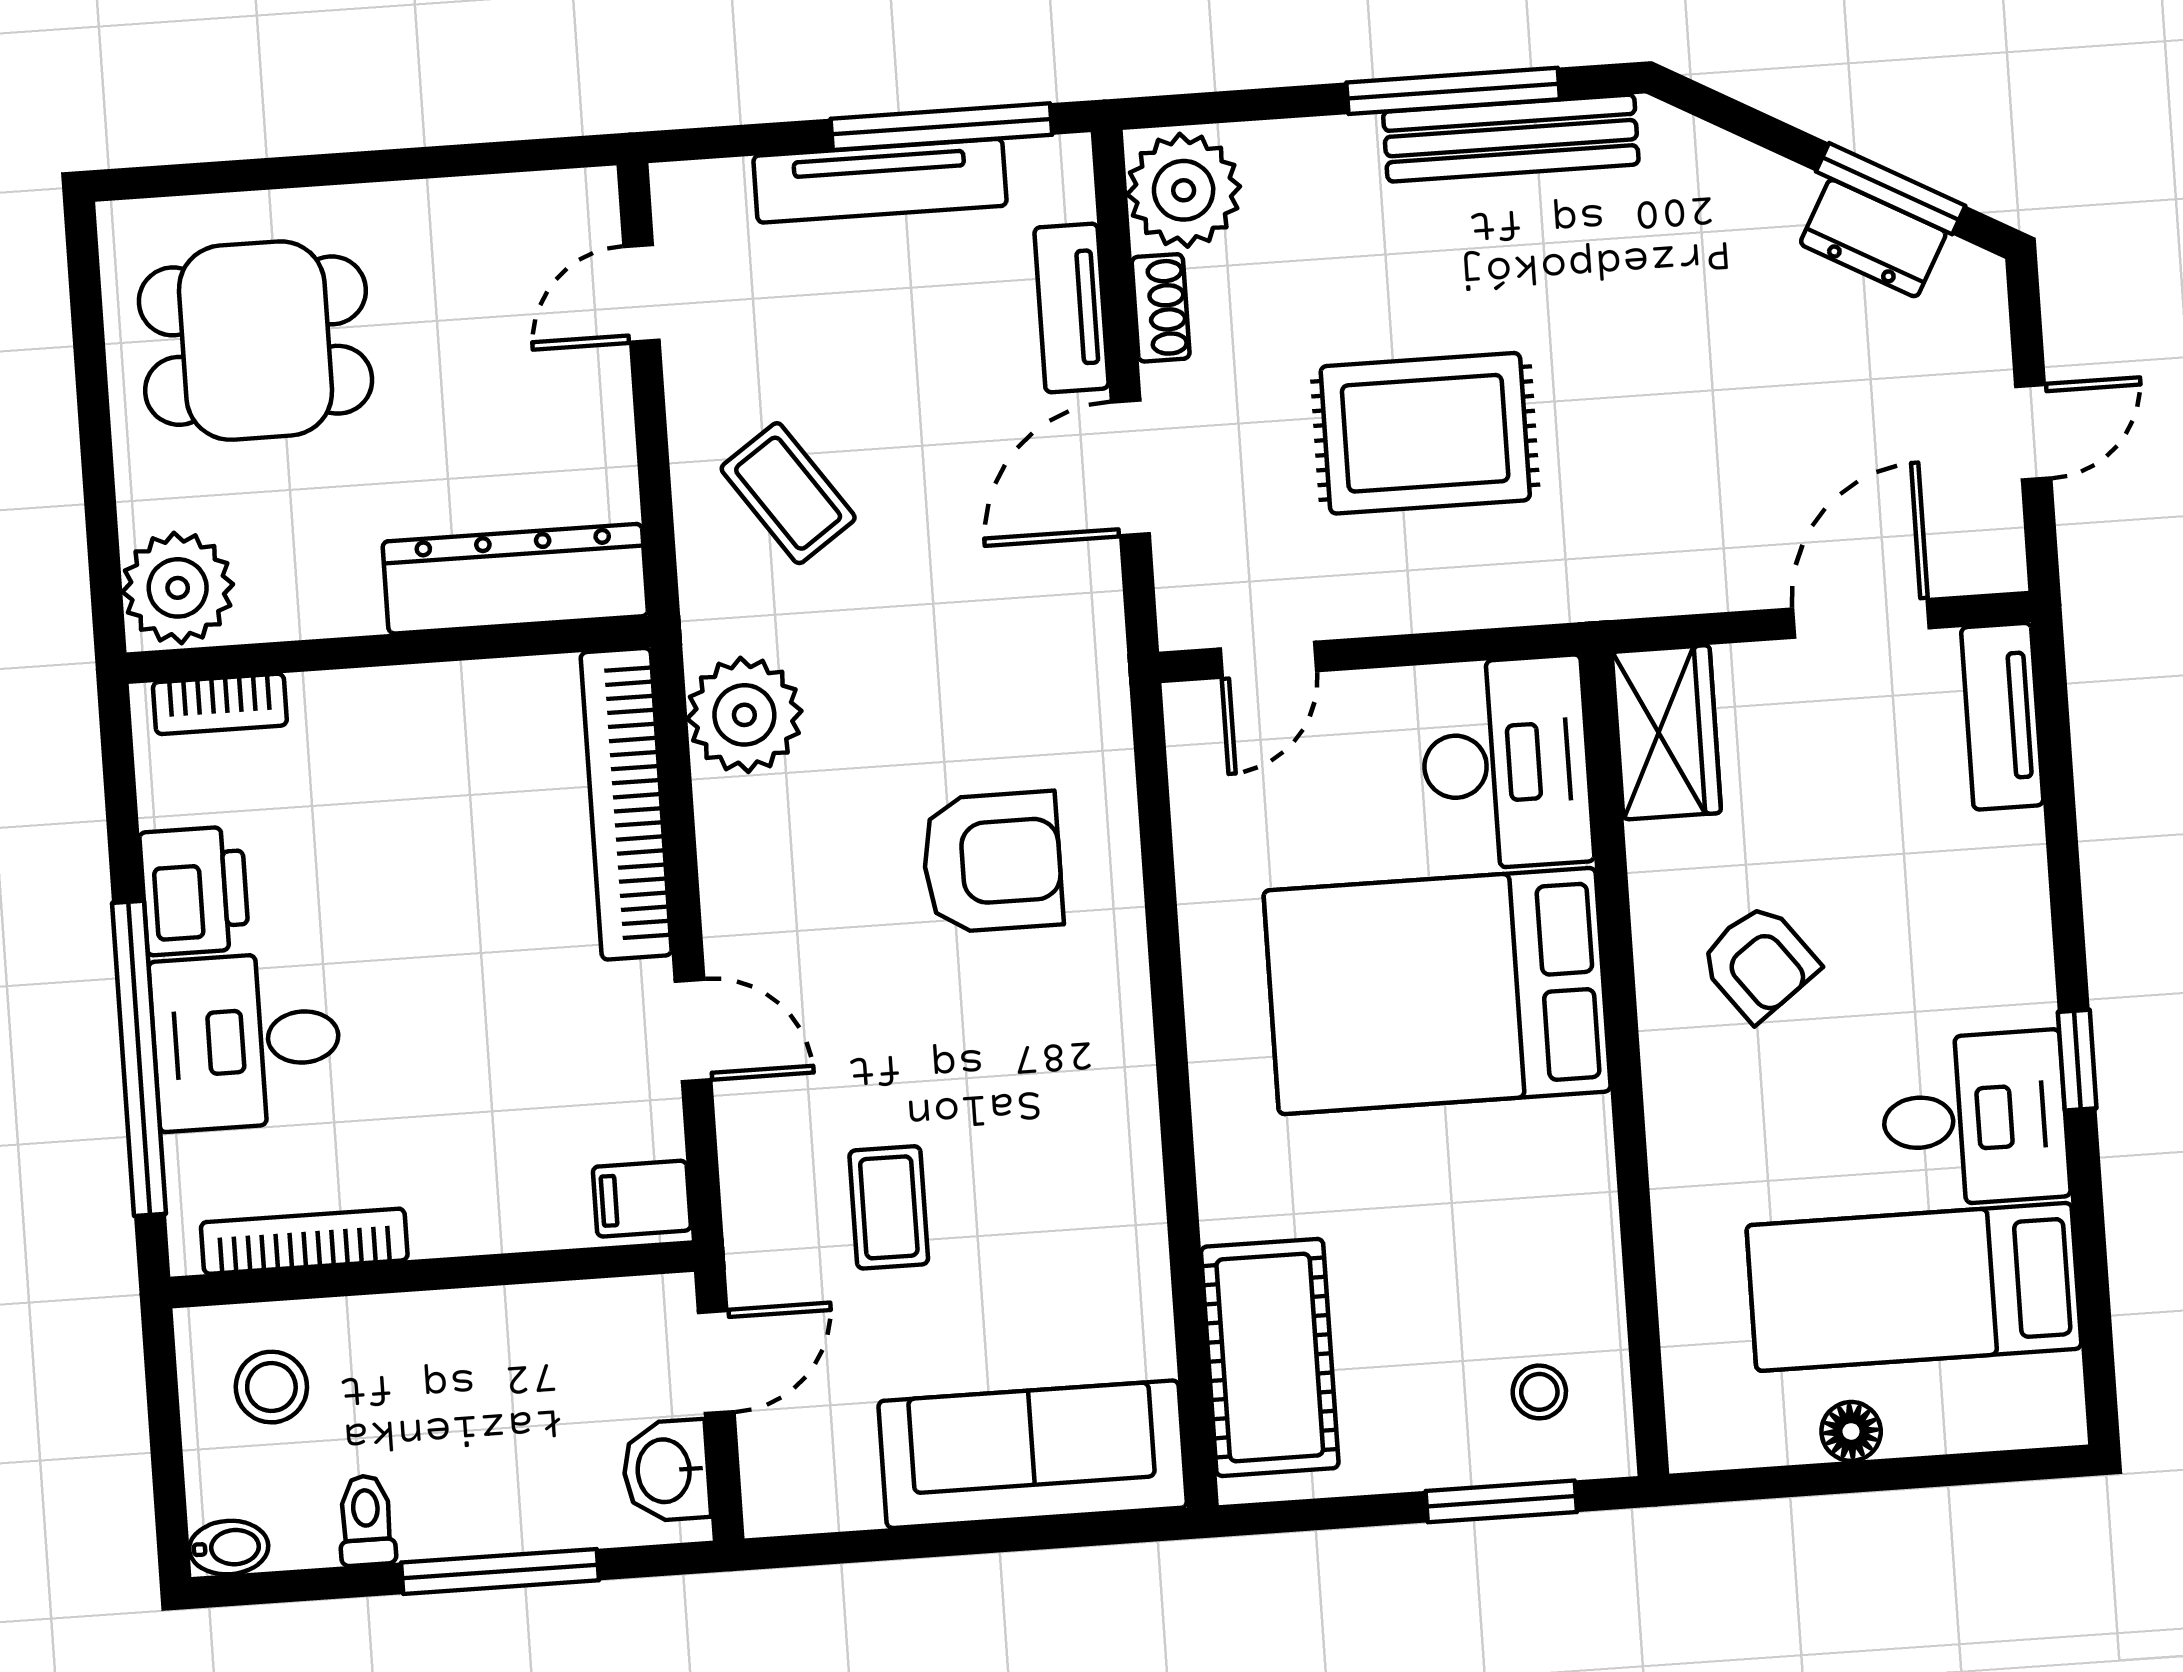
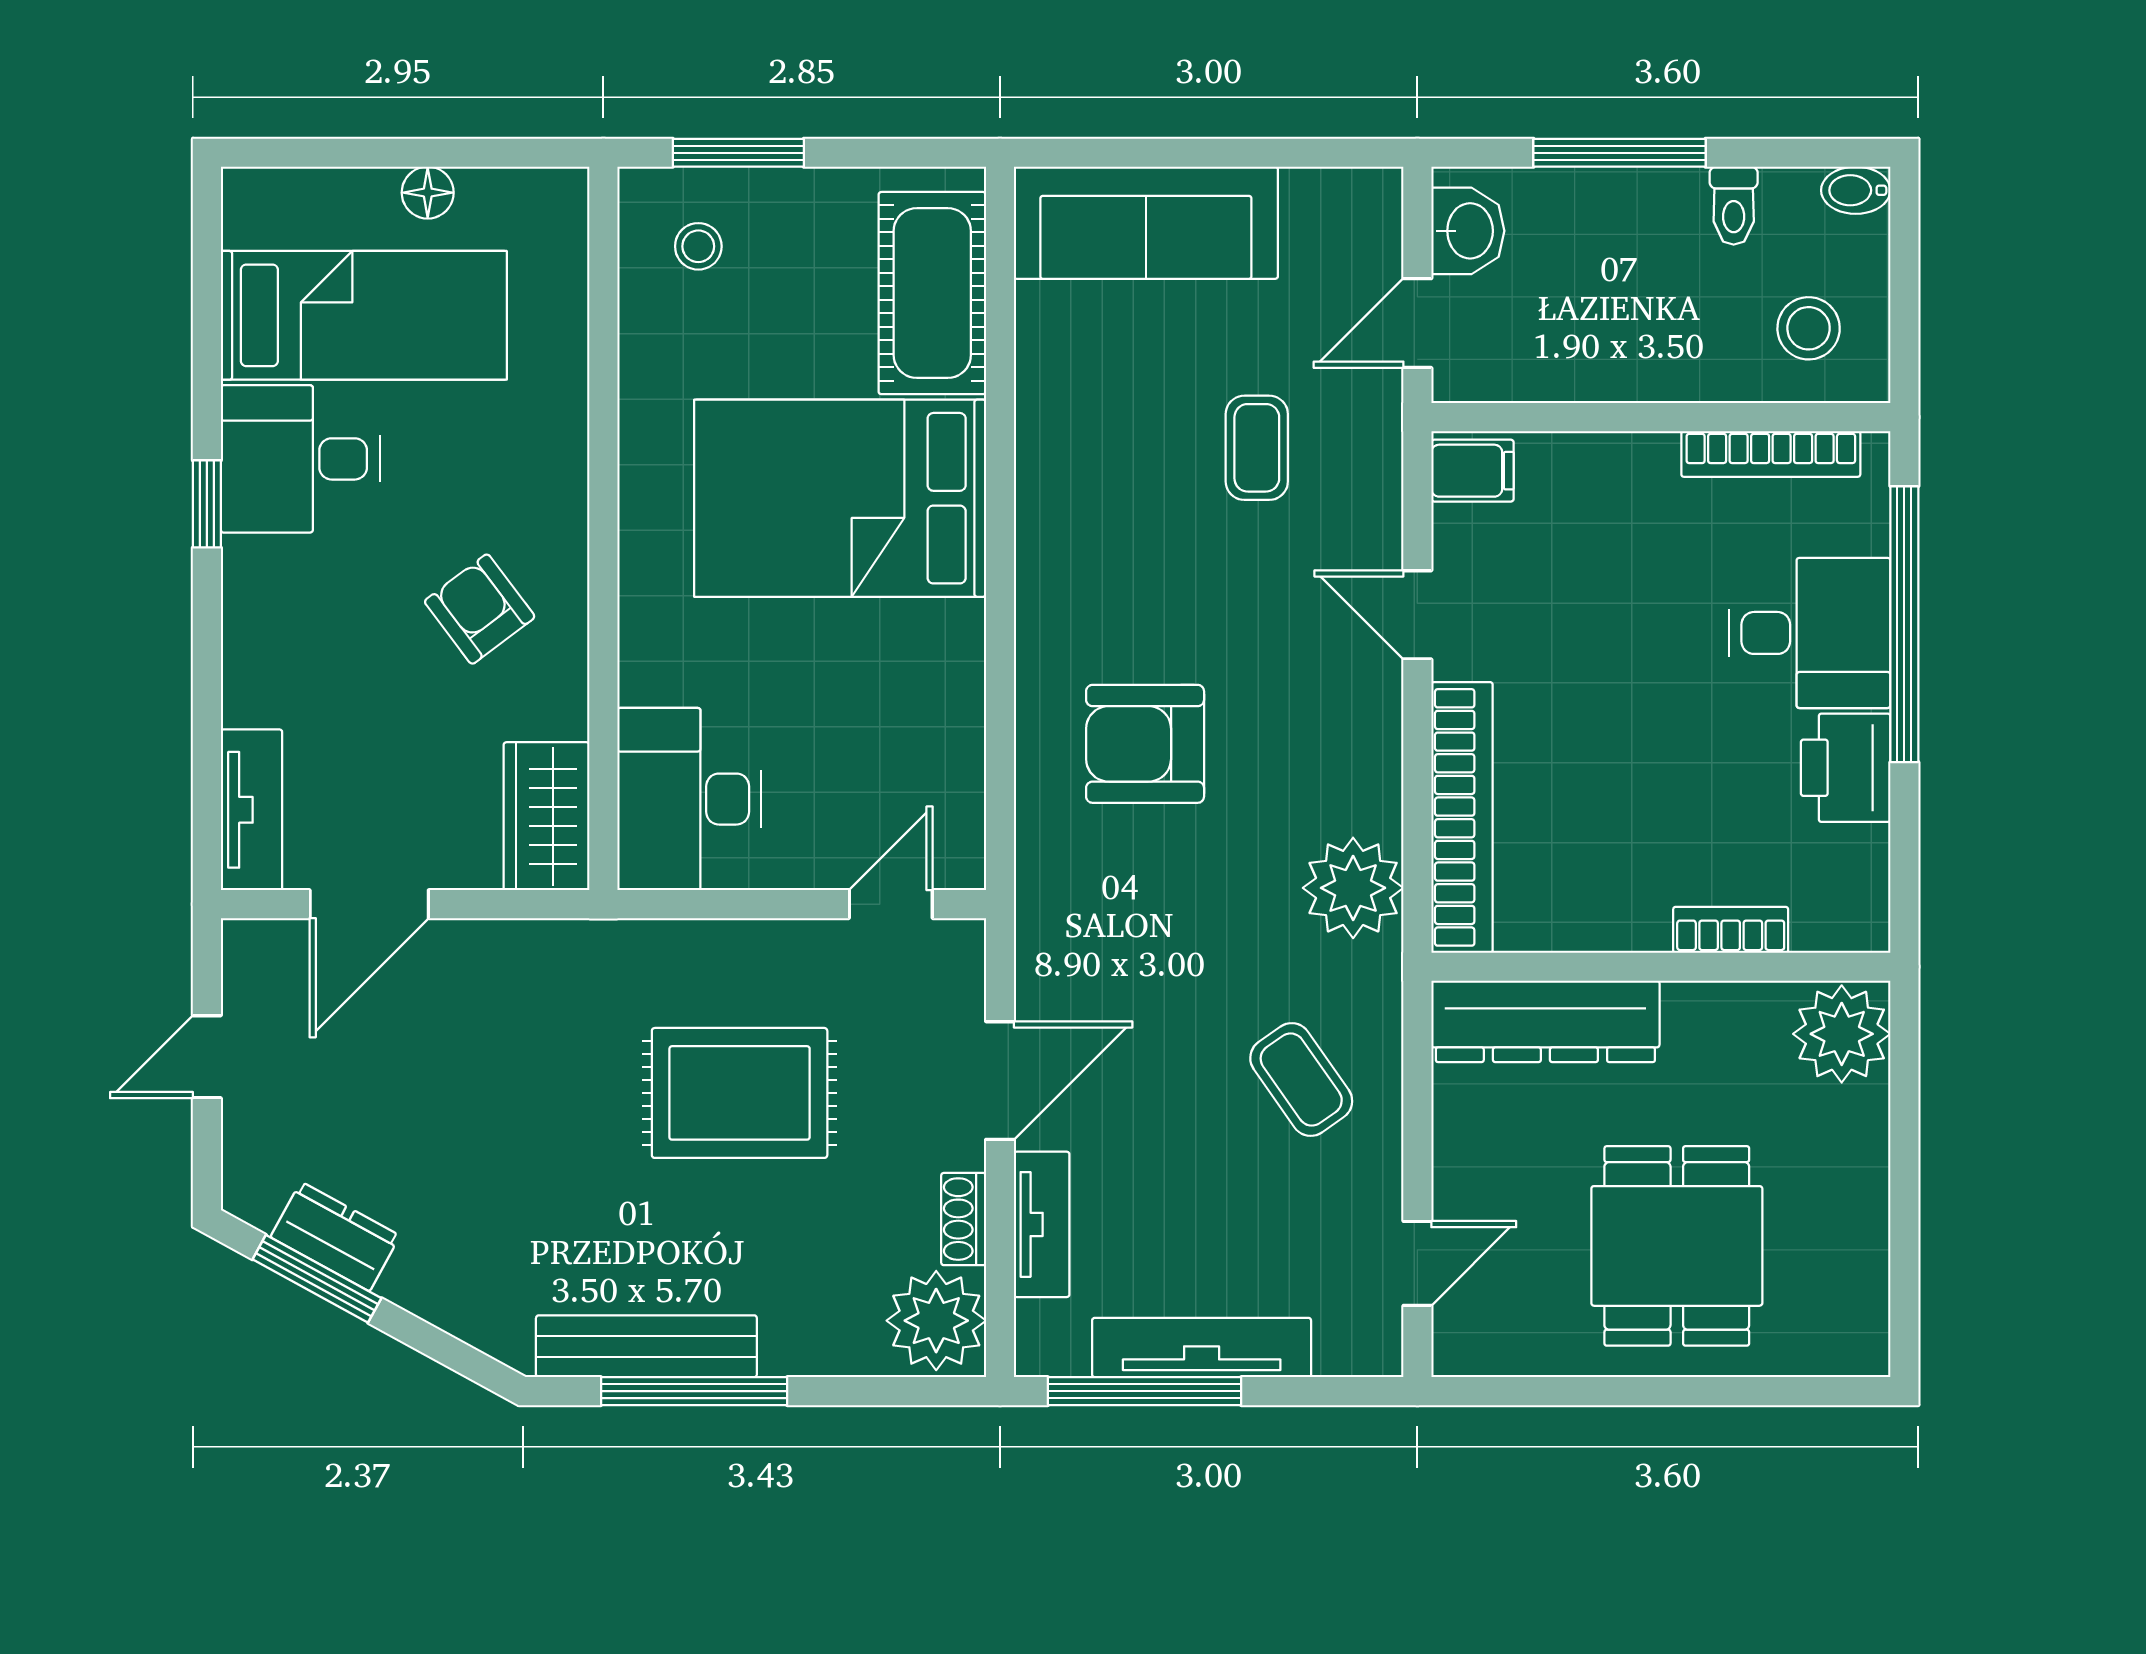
dining table: (256, 341) -> (1677, 1246), moved, turned 90
bookcase: (220, 704) -> (1731, 930), moved
bed: (1437, 991) -> (840, 498), moved, turned 180

